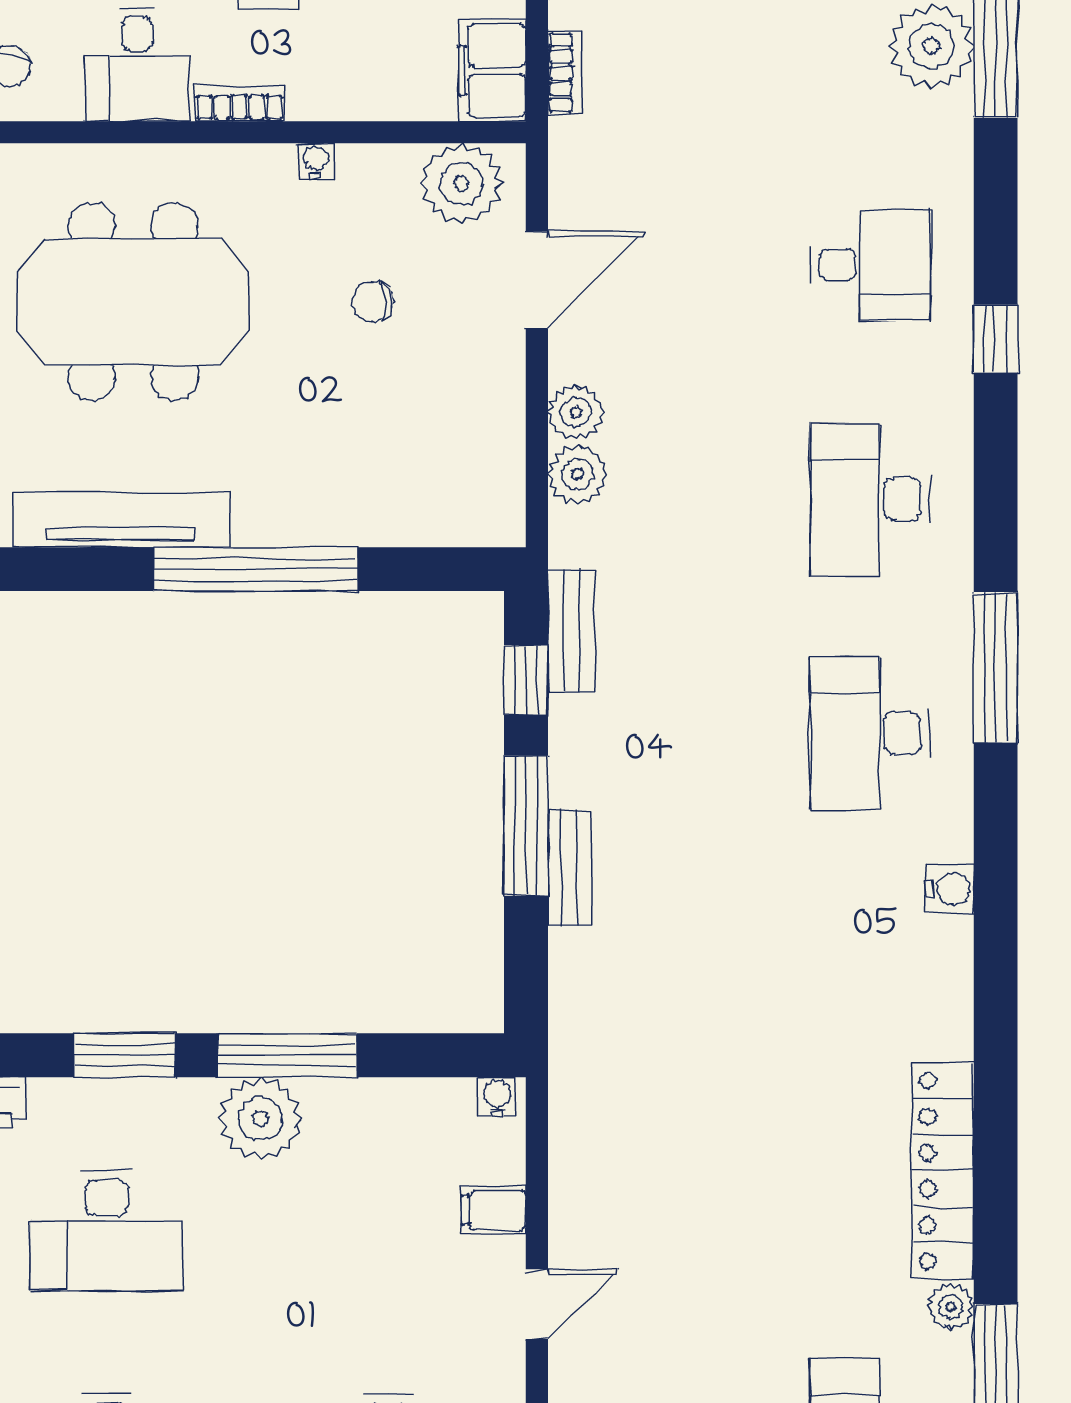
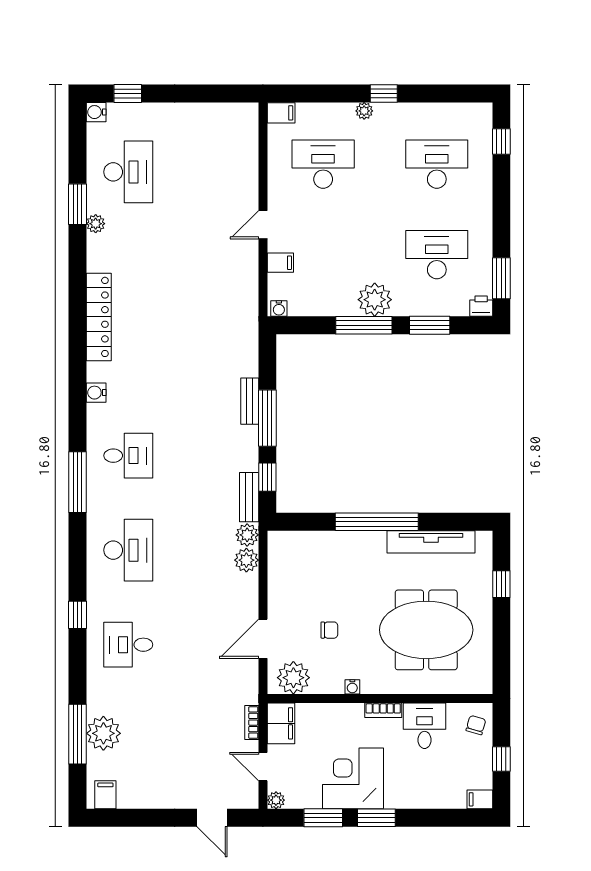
plant: (576, 412) -> (247, 535), moved
desk: (870, 733) -> (128, 456), width x0.73
locker: (943, 1171) -> (99, 317), moved

